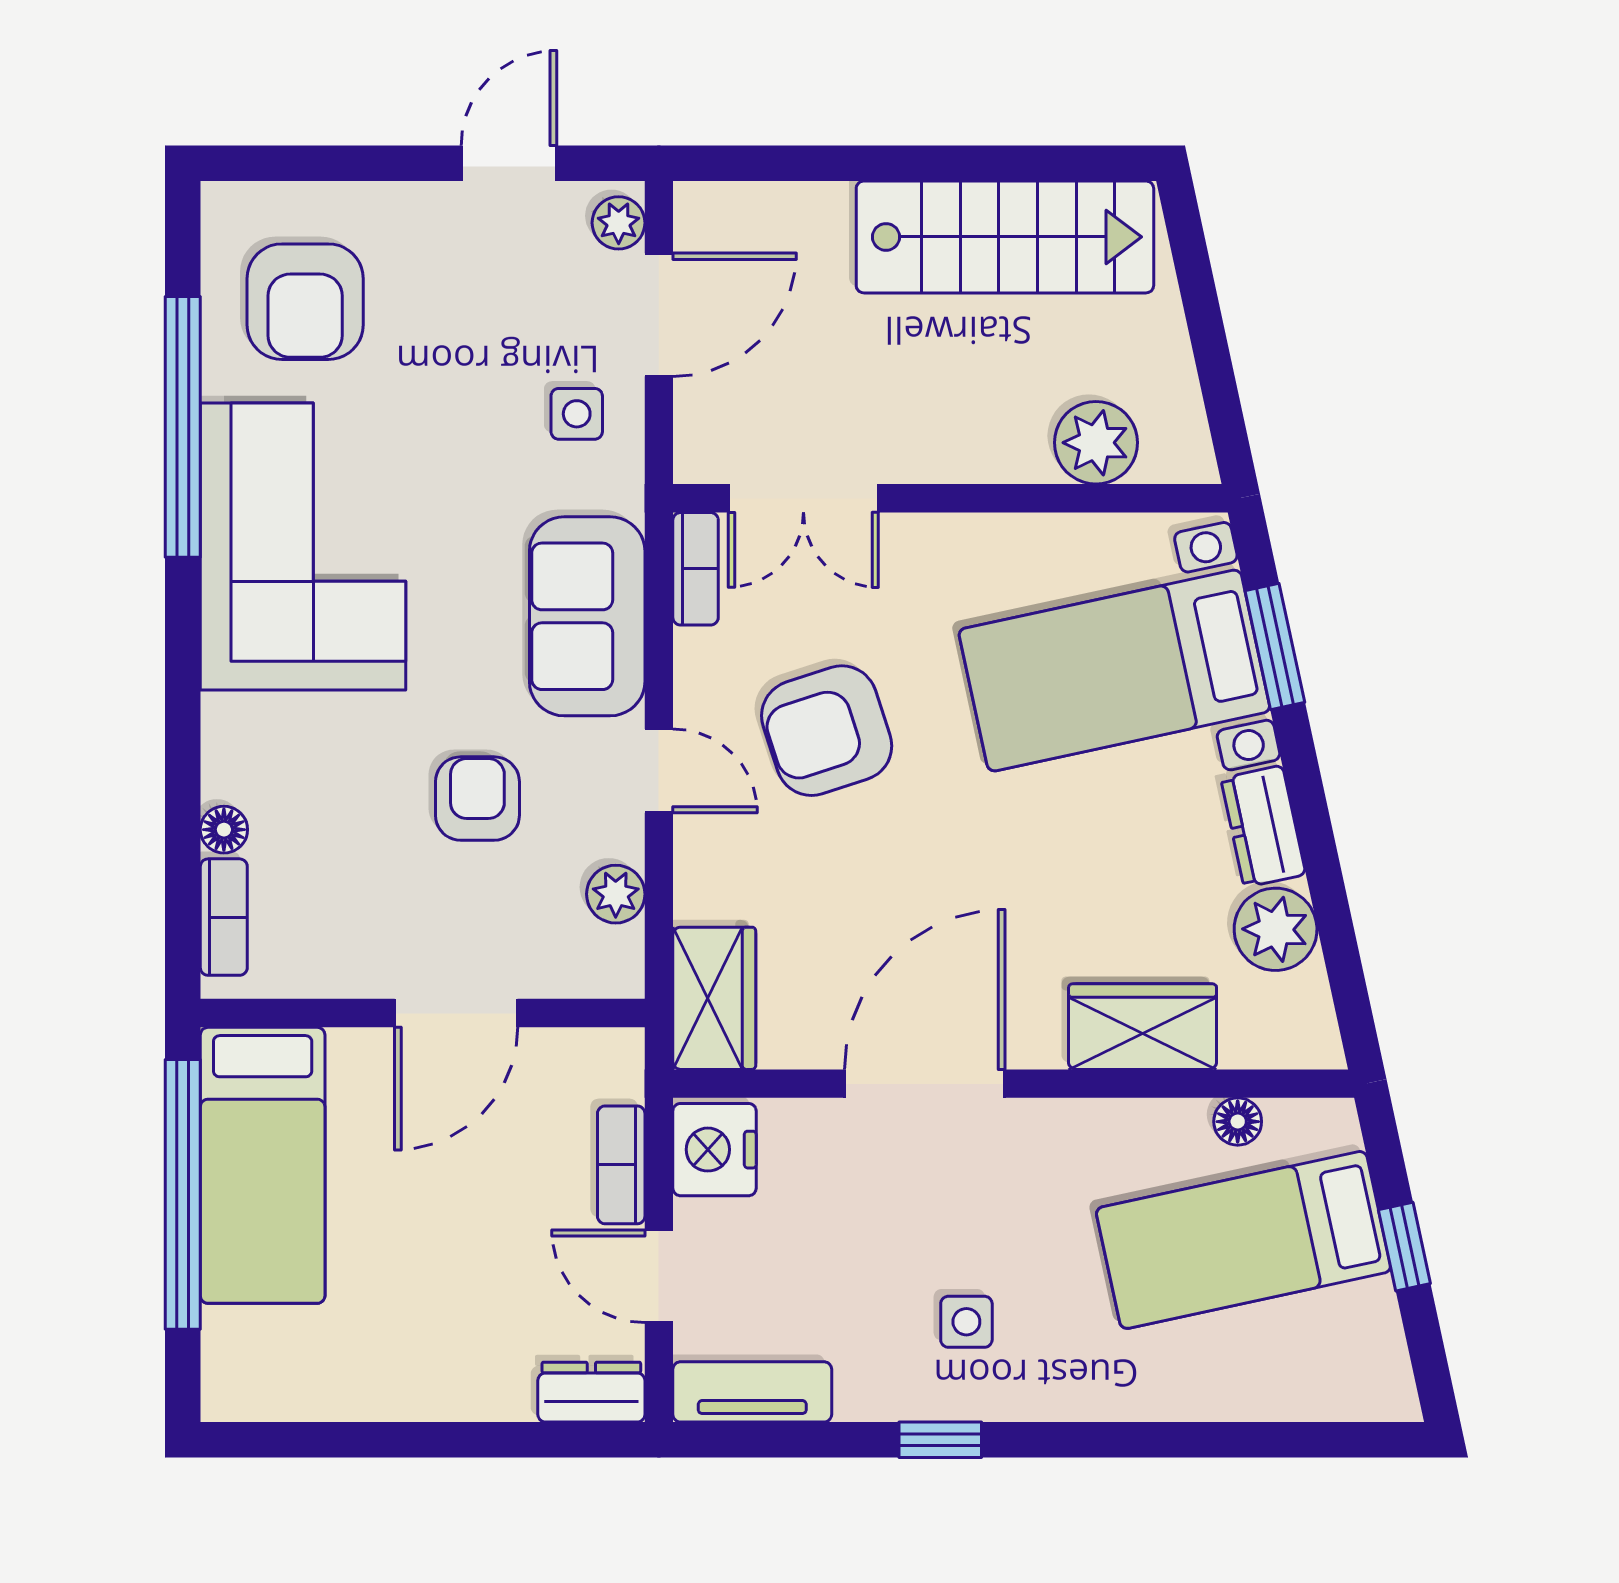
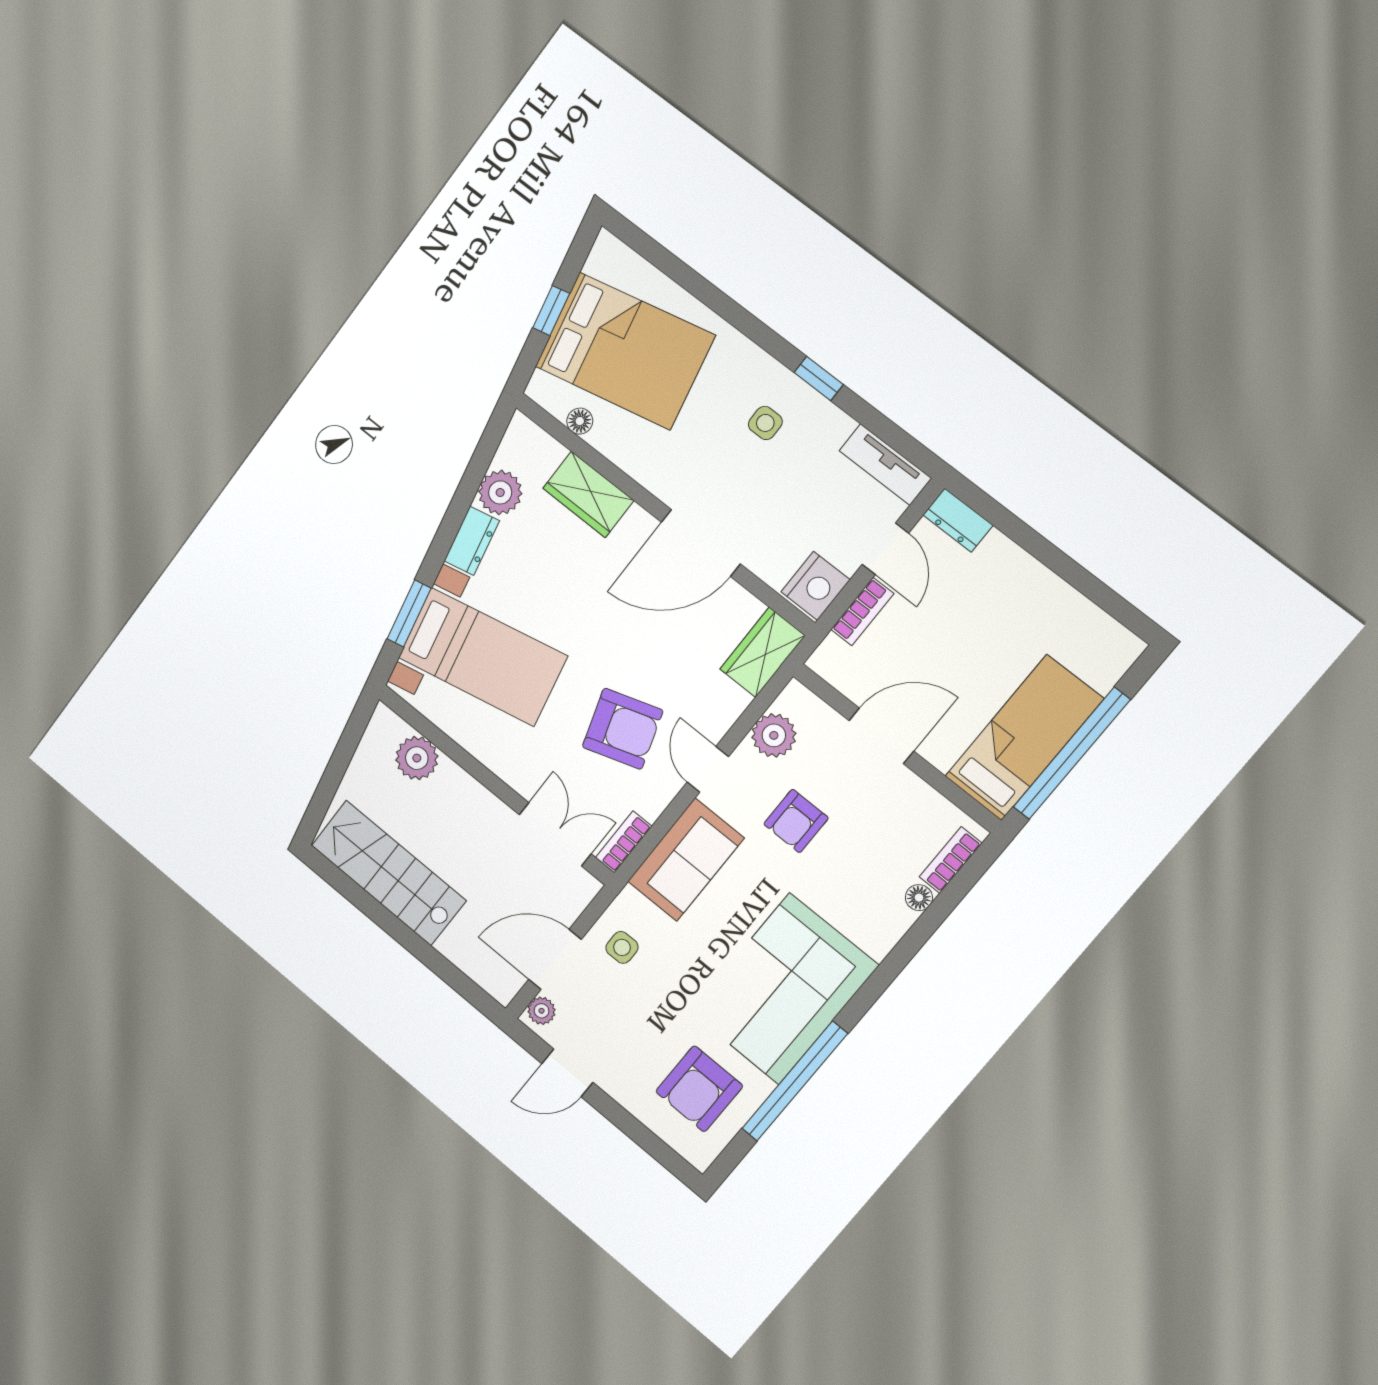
armchair: (305, 302) -> (699, 1089), turned 180
plant: (616, 894) -> (774, 735), width x1.38, depth x1.38
bed: (1243, 1240) -> (625, 351), width x1.50

